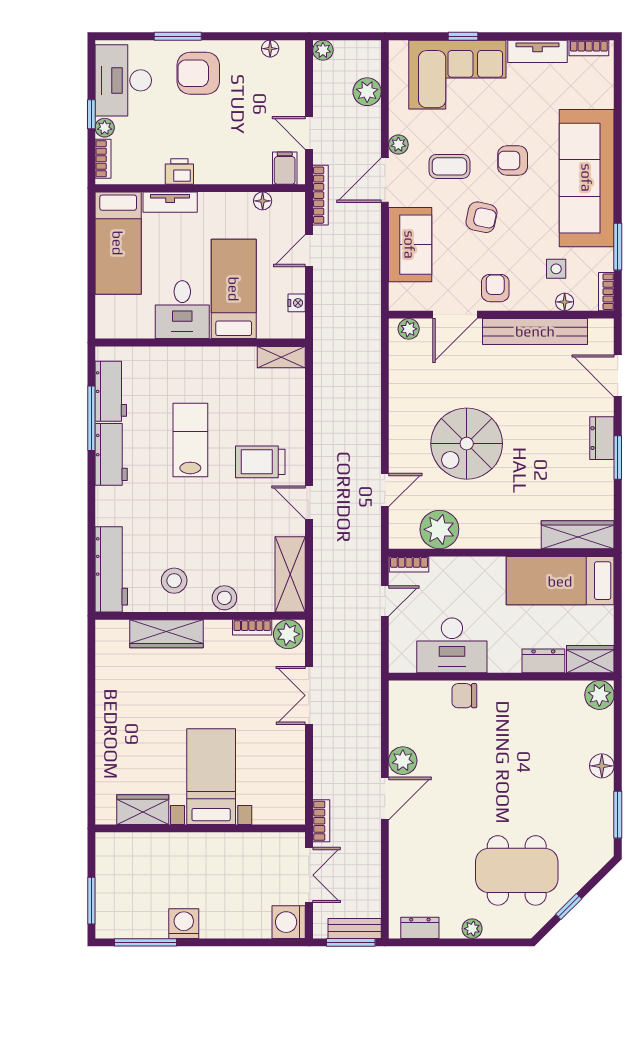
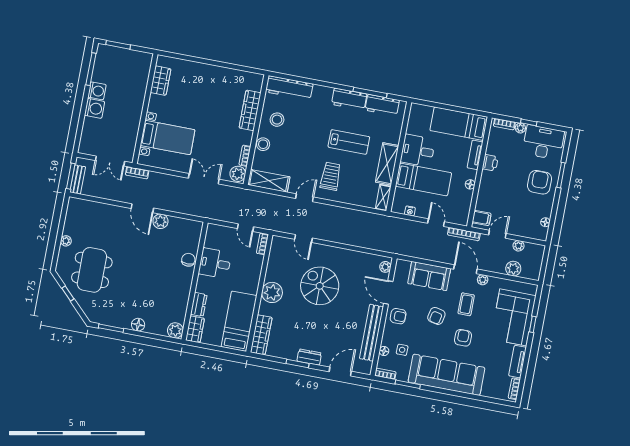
plant: (323, 50) -> (518, 246), moved
floor lamp: (263, 201) -> (470, 184), moved
shelving: (217, 362) -> (387, 164), added
plant: (439, 529) -> (272, 292), moved
desk: (452, 645) -> (215, 263), width x0.73
bed with nightstands: (211, 777) -> (168, 138), moved
washing machine: (289, 922) -> (94, 108), moved, turned 90
dresser: (420, 928) -> (71, 214), removed

